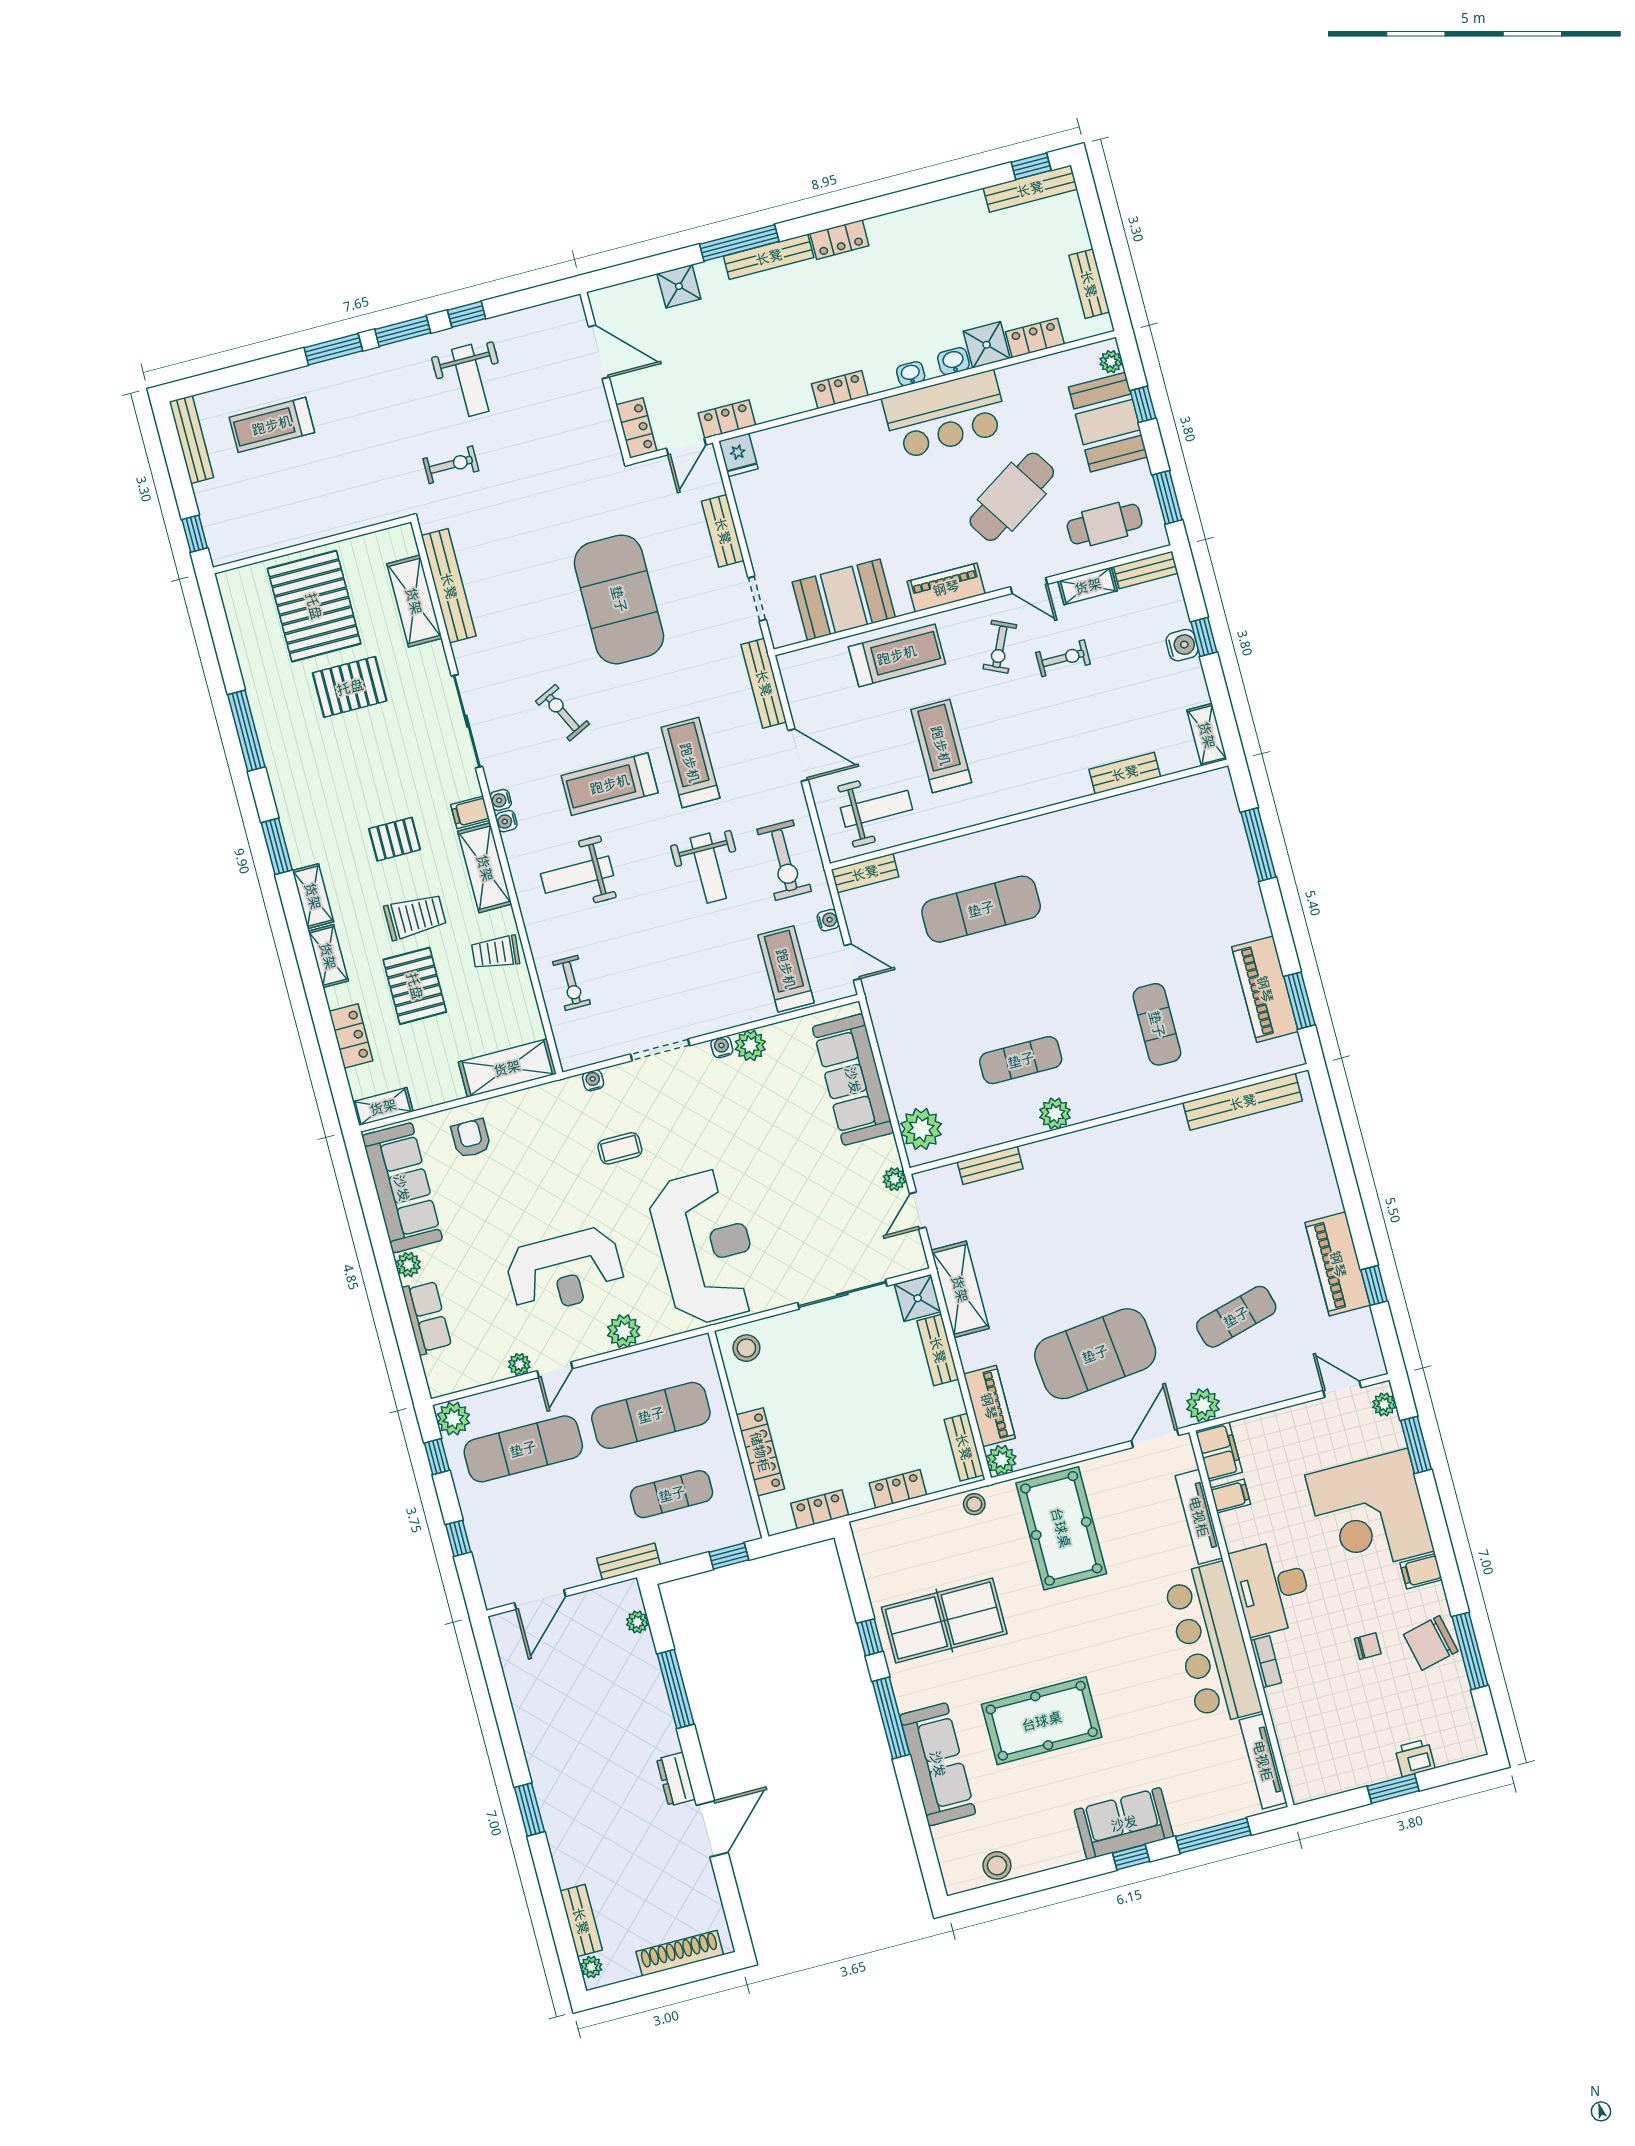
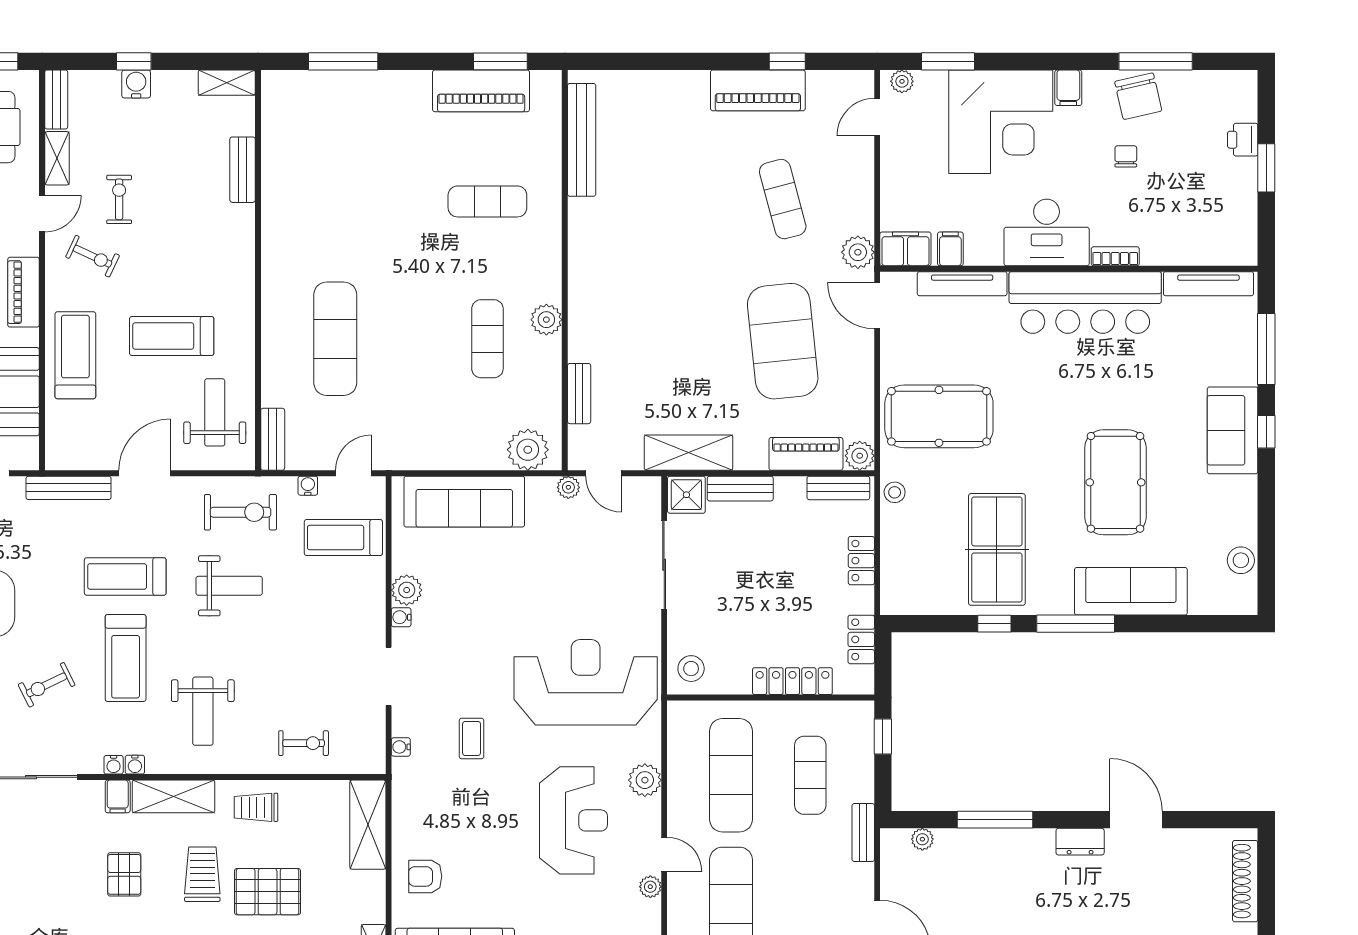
trolley: (495, 952) -> (256, 807), turned 84

